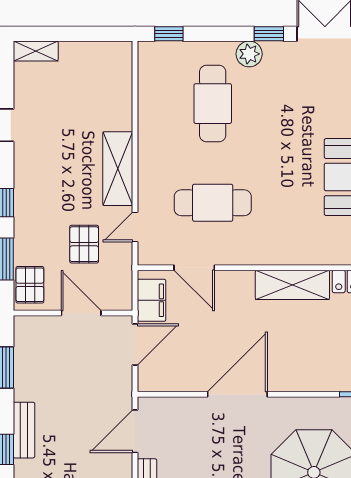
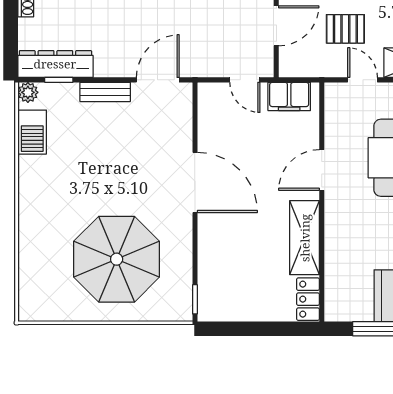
door: (194, 268) -> (322, 170), moved
door: (135, 344) -> (245, 80), width x0.73
door: (135, 431) -> (158, 80), hinge flipped

